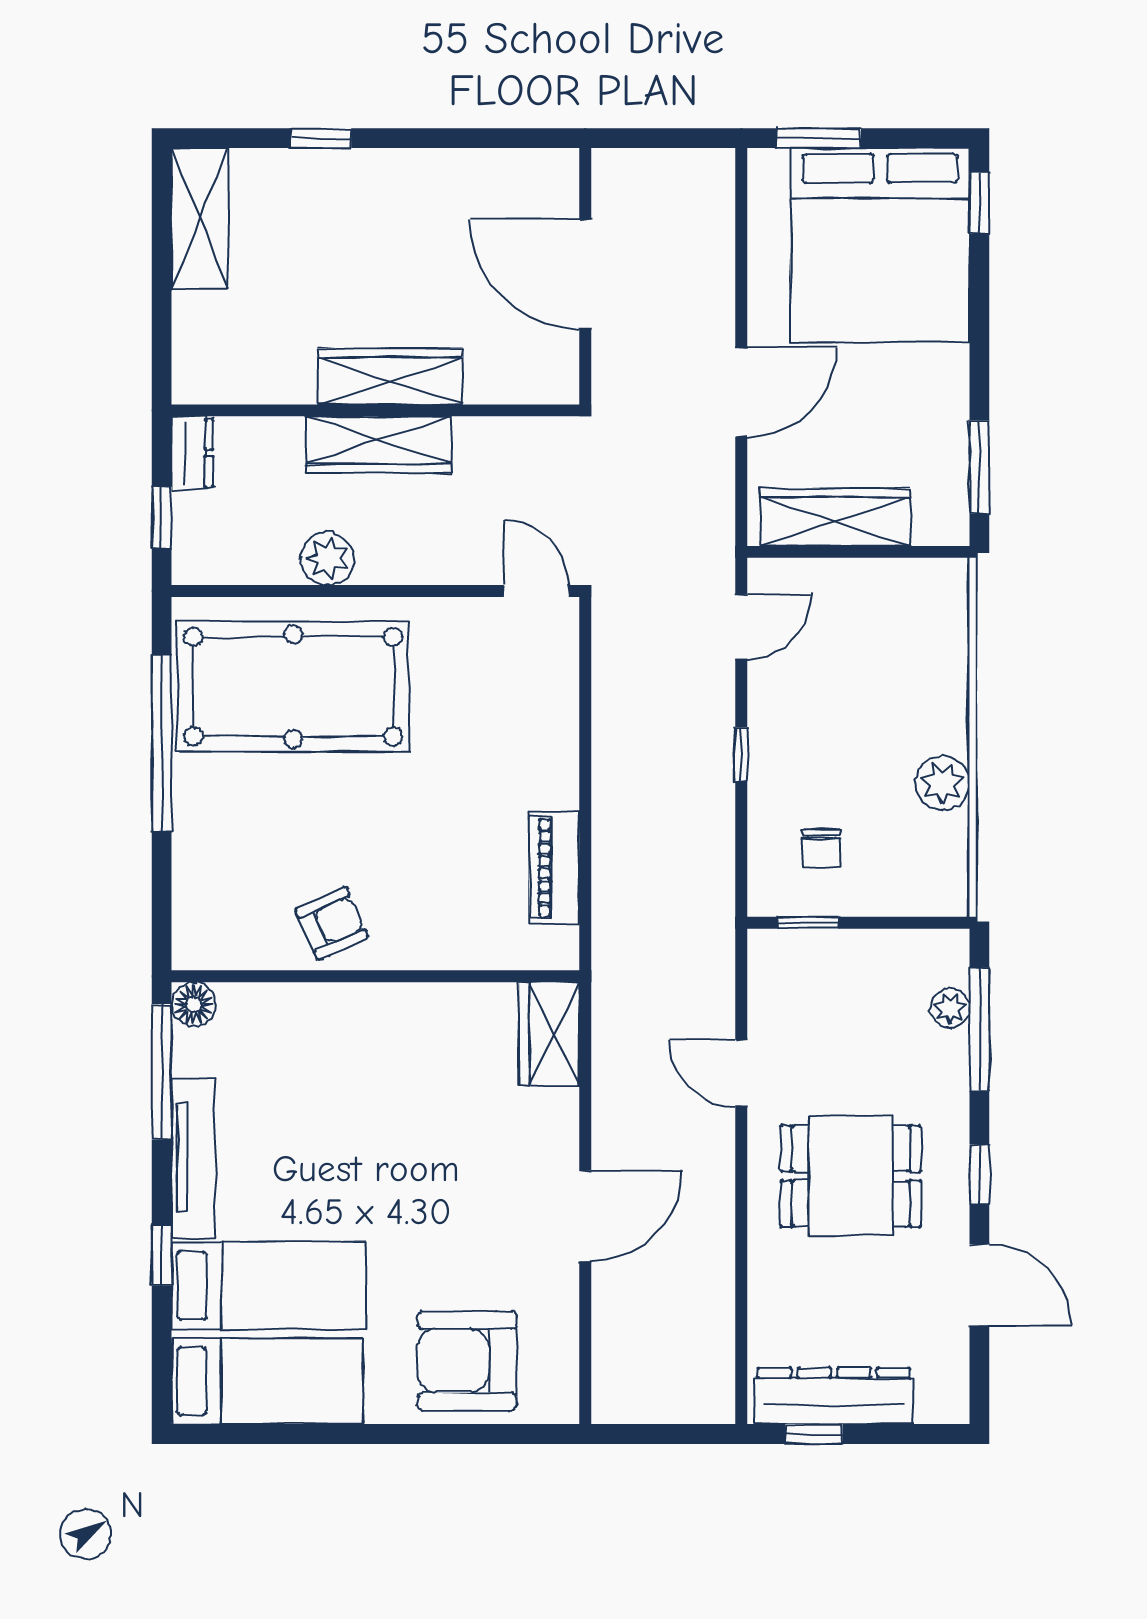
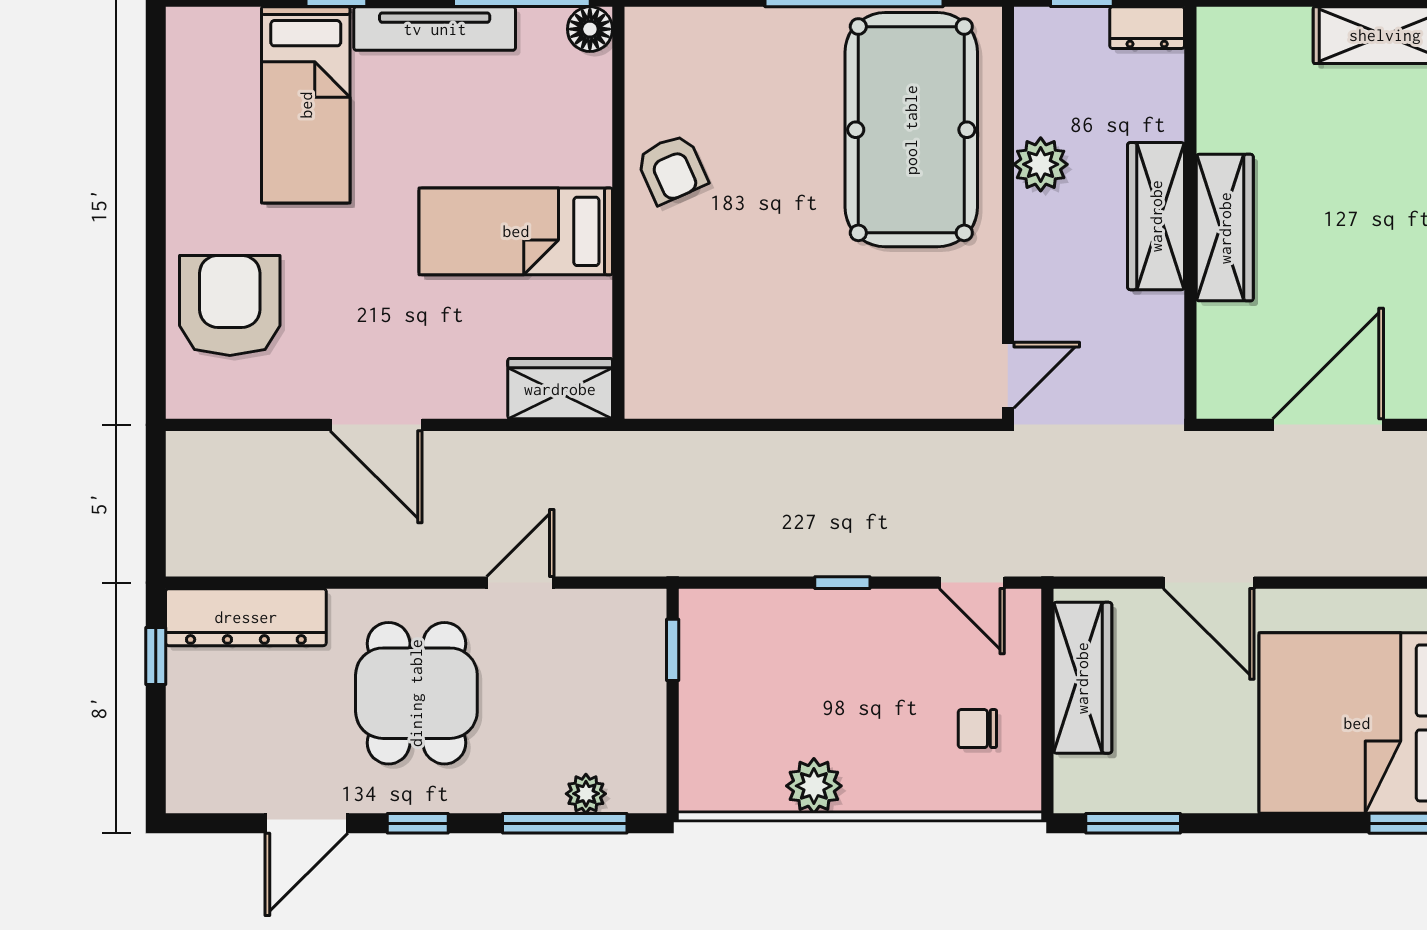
chair: (821, 848) -> (977, 729), moved
piano: (554, 868) -> (728, 394), removed
bed: (267, 1381) -> (516, 231), moved, turned 90
dresser: (834, 1396) -> (246, 617), moved, turned 90

